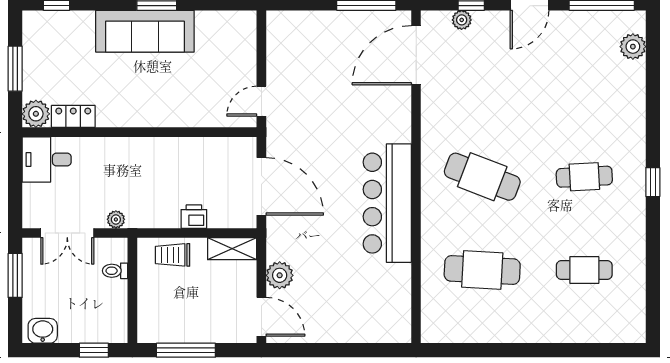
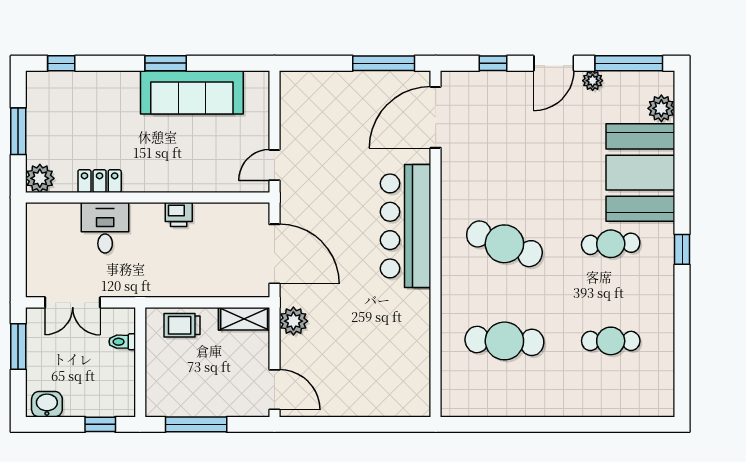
plant: (462, 20) -> (593, 81), moved
sofa: (145, 31) -> (192, 92), moved
booth: (613, 108) -> (640, 173), added
locker: (73, 116) -> (100, 181), moved
desk: (47, 160) -> (105, 228), moved, turned 90
bar counter: (387, 203) -> (406, 226), moved
printer: (194, 217) -> (179, 214), moved, turned 180
plant: (116, 219) -> (123, 288), removed
plant: (280, 275) -> (293, 321), moved

